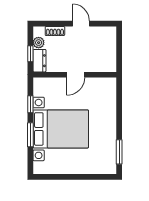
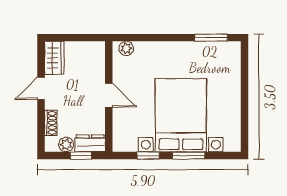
wardrobe: (104, 34) -> (54, 58), added
plant: (111, 88) -> (126, 48), added

